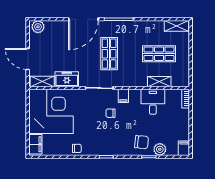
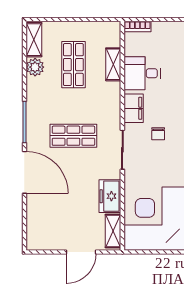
plant: (38, 27) -> (35, 67), moved
filing cabinet: (123, 96) -> (134, 108), width x2.00

